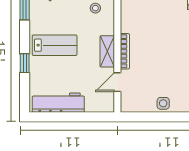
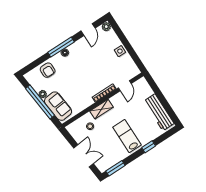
shelving: (107, 51) -> (102, 109), moved
door: (117, 82) -> (125, 86), hinge flipped

